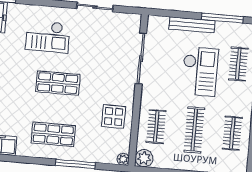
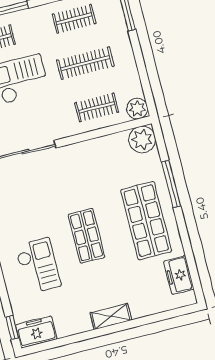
display table: (114, 117) -> (102, 160), removed
shop shelf: (53, 134) -> (146, 221), width x1.43, depth x1.36
plant: (123, 159) -> (142, 139), width x1.88, depth x1.88

